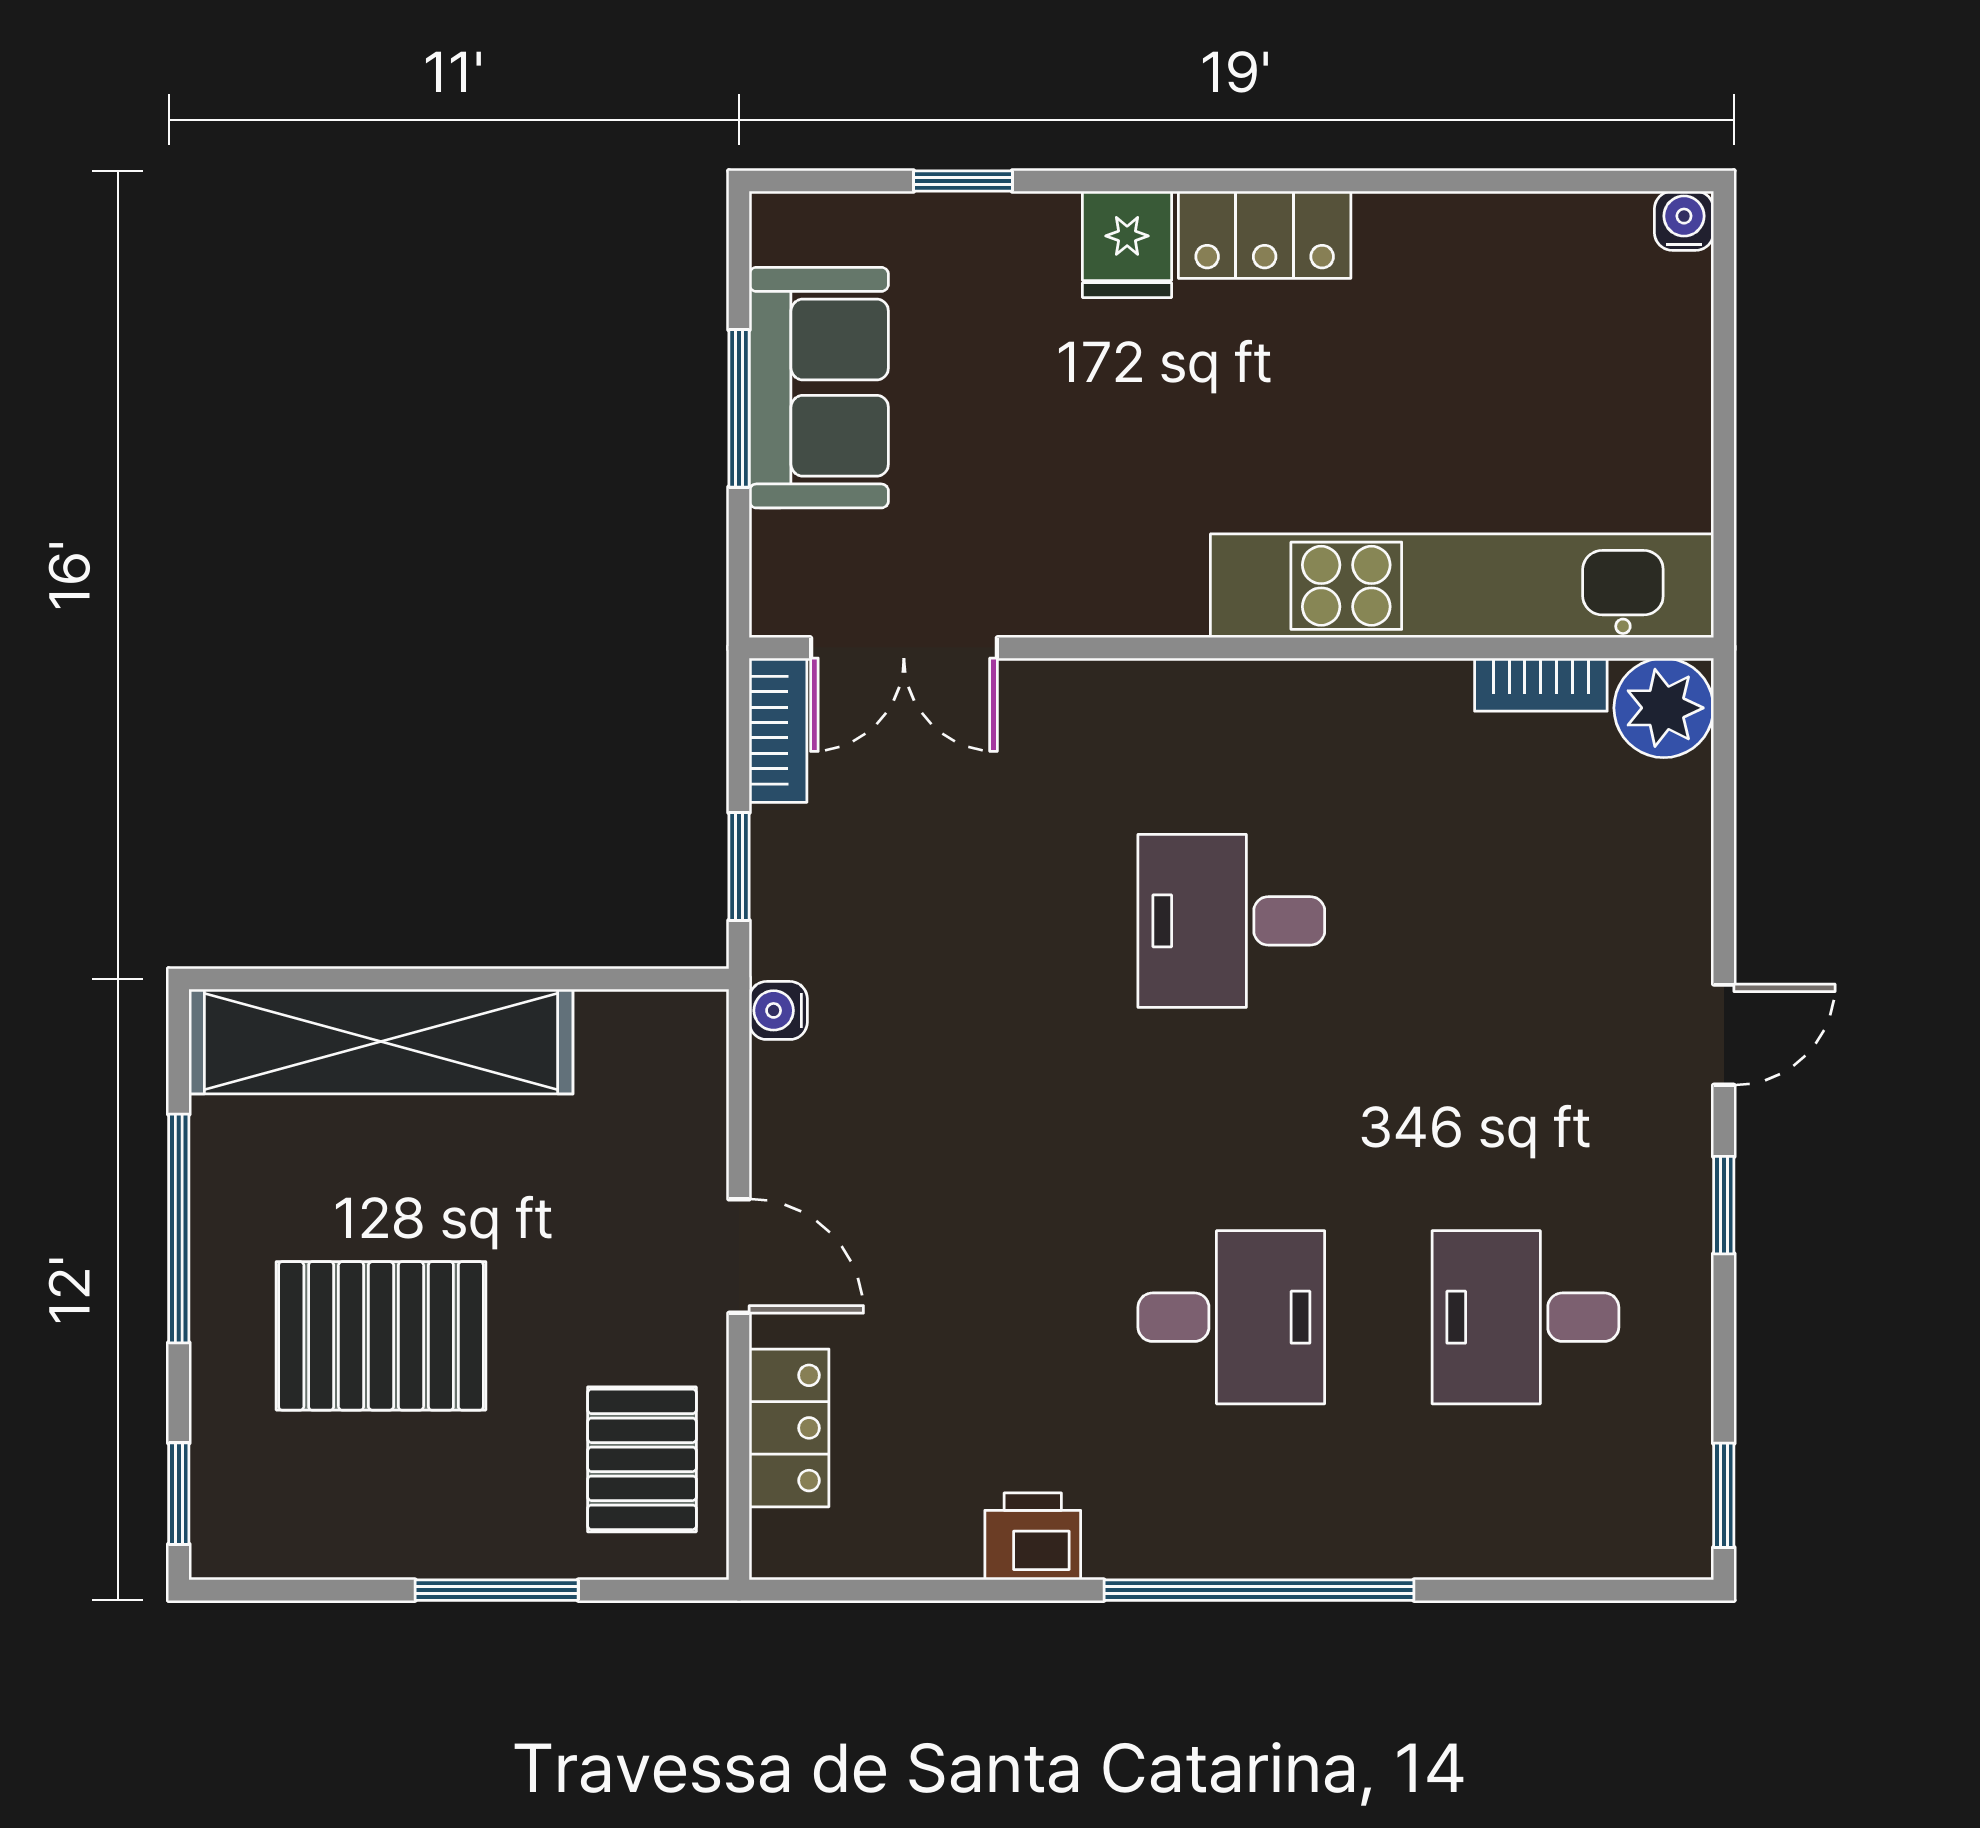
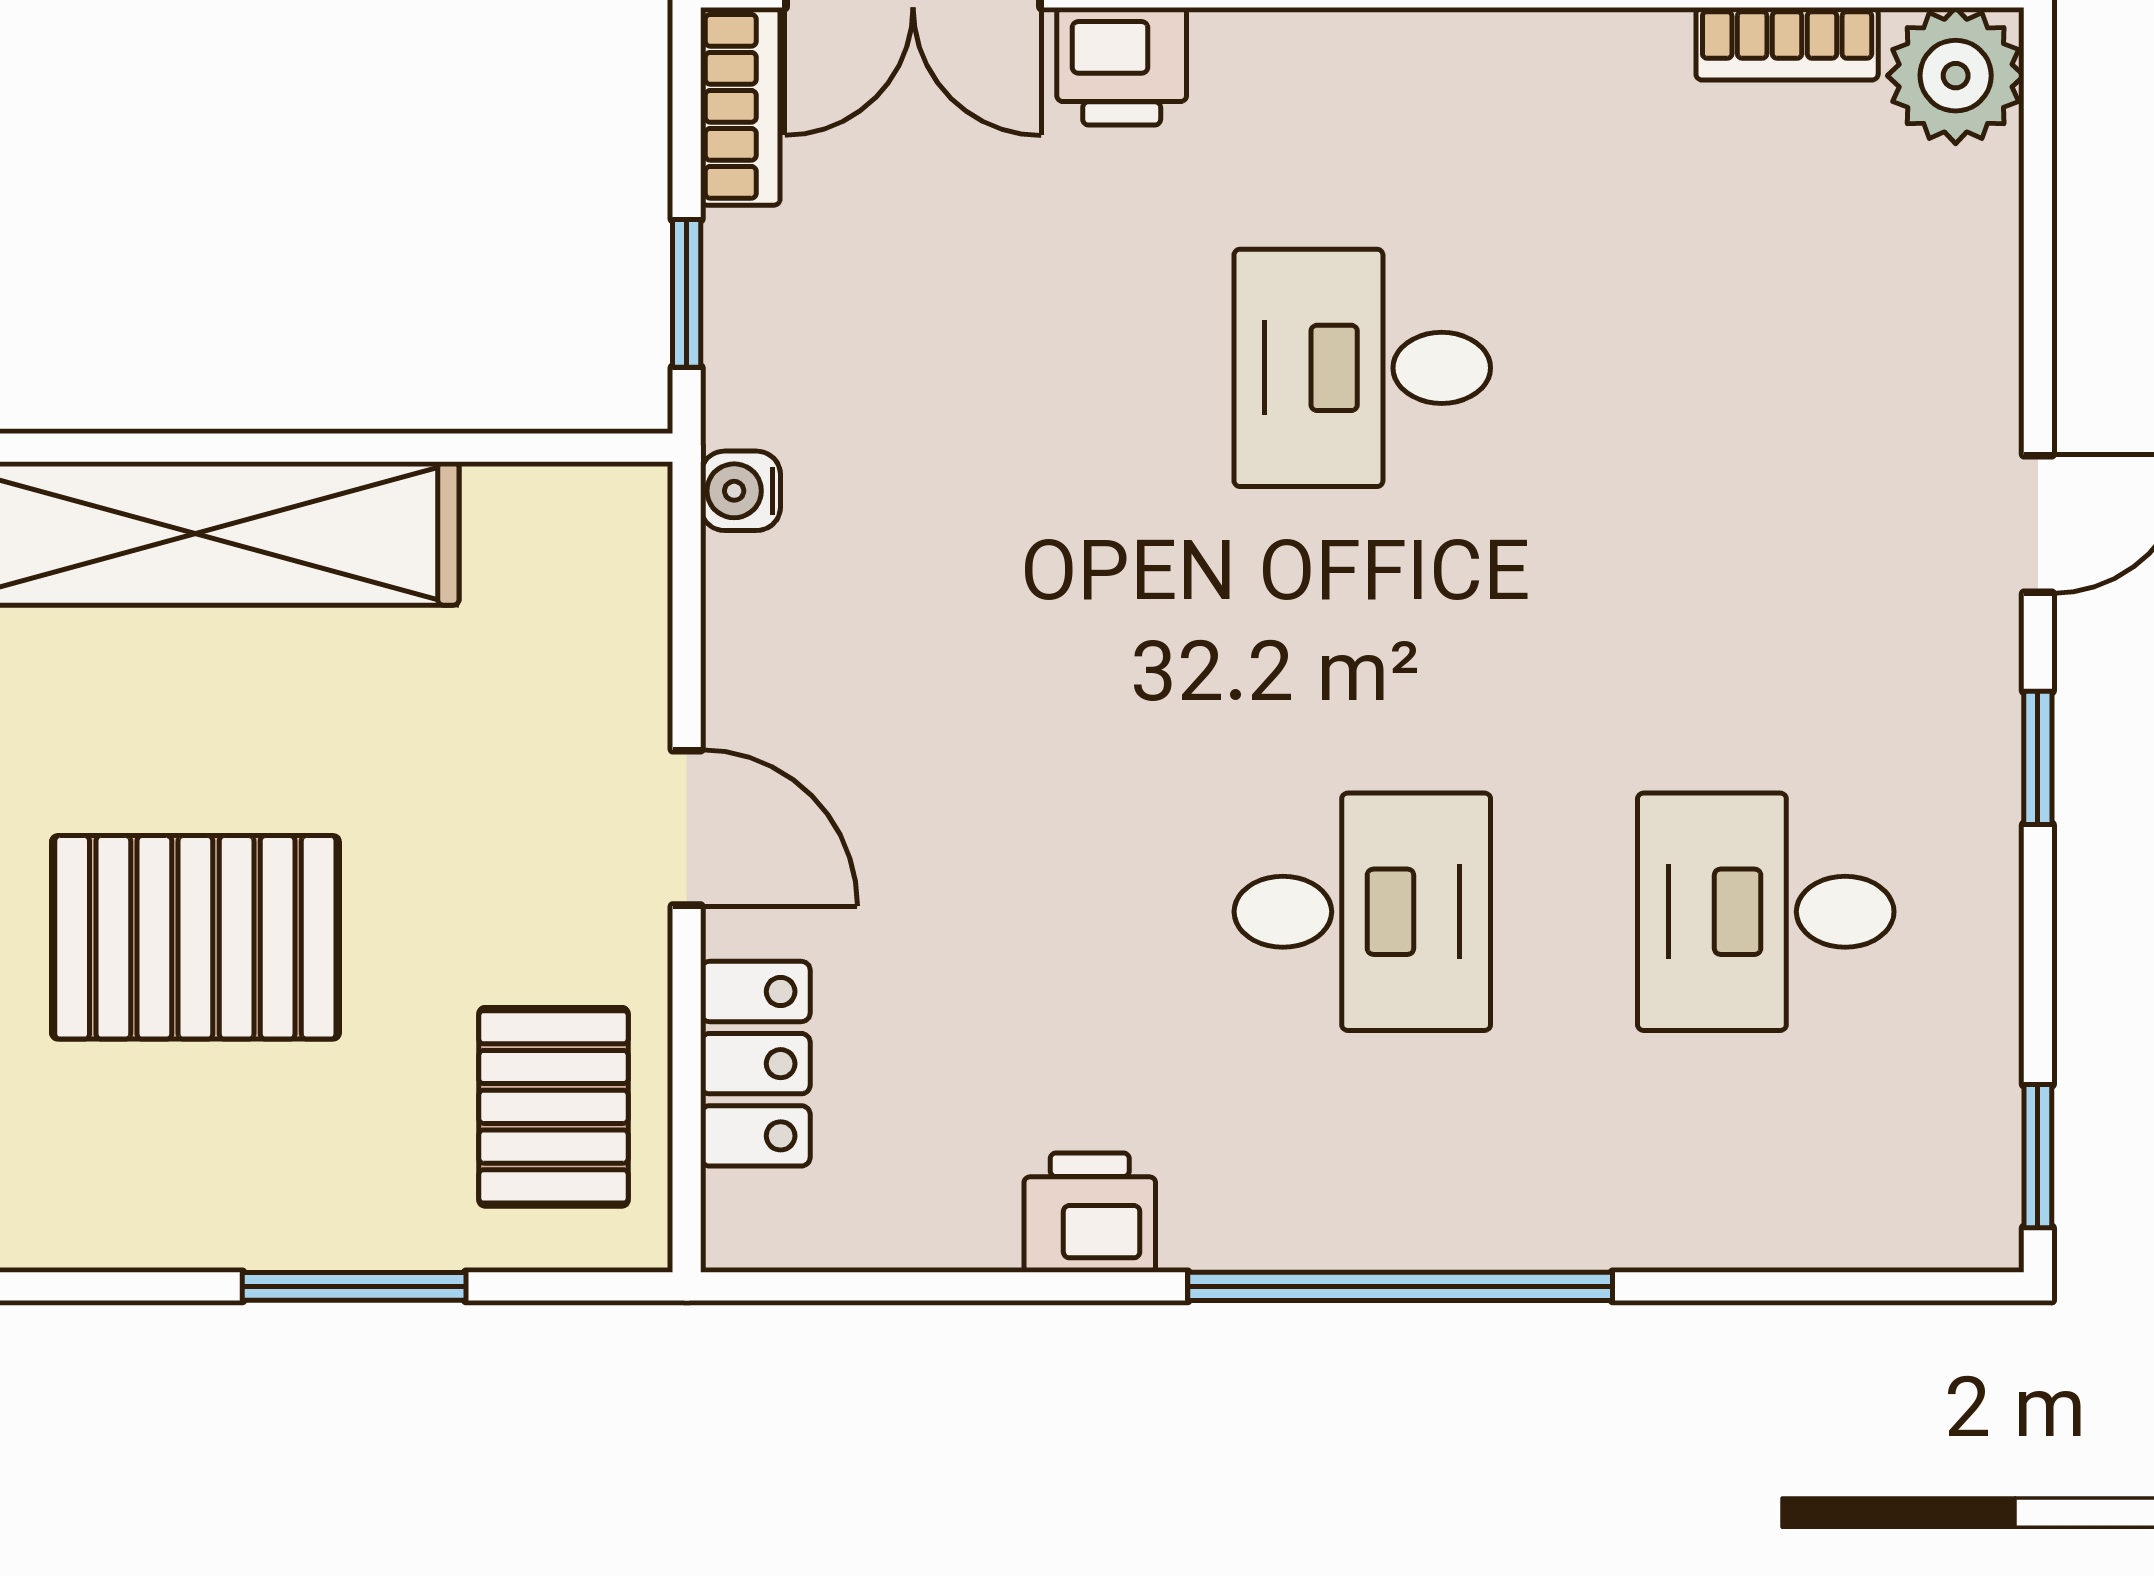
printer: (1056, 701) -> (1122, 66), added

